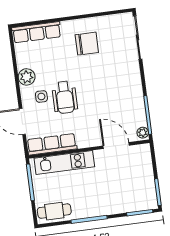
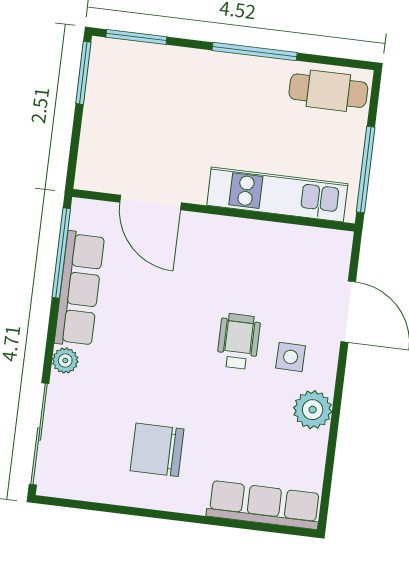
wheelchair: (65, 97) -> (239, 341), width x0.73, depth x0.73
plant: (143, 133) -> (65, 361), moved
row of seats: (52, 144) -> (79, 289), moved, turned -90

